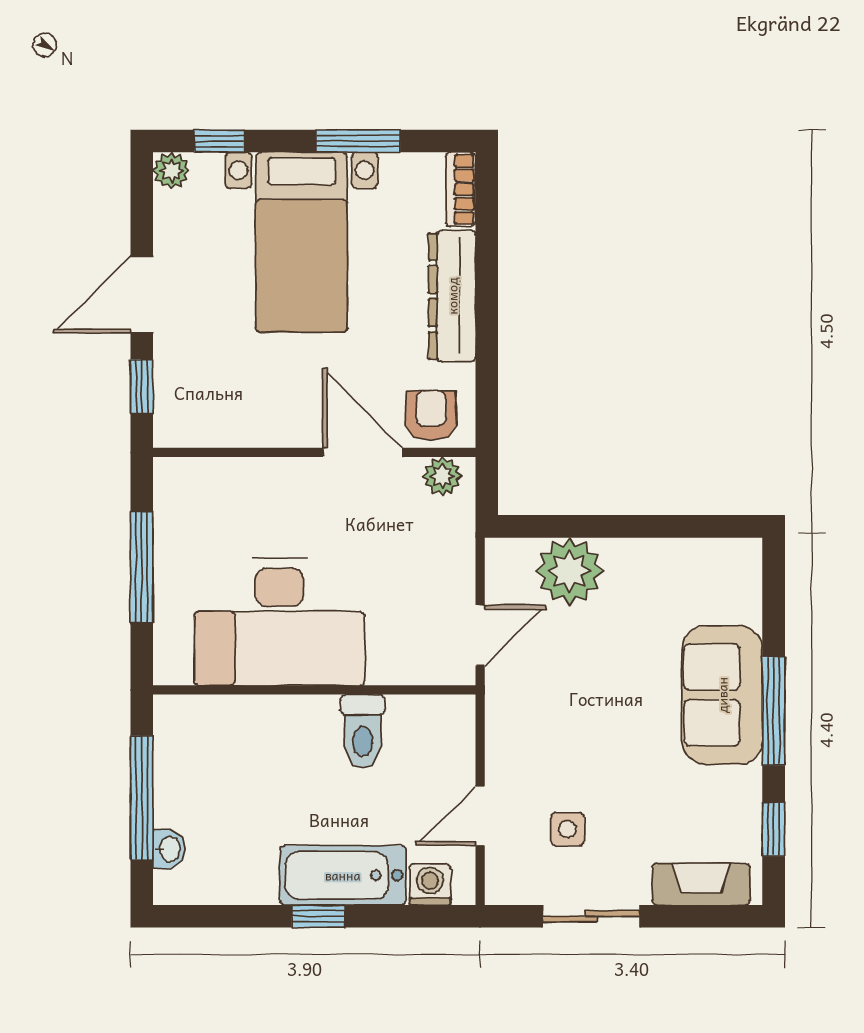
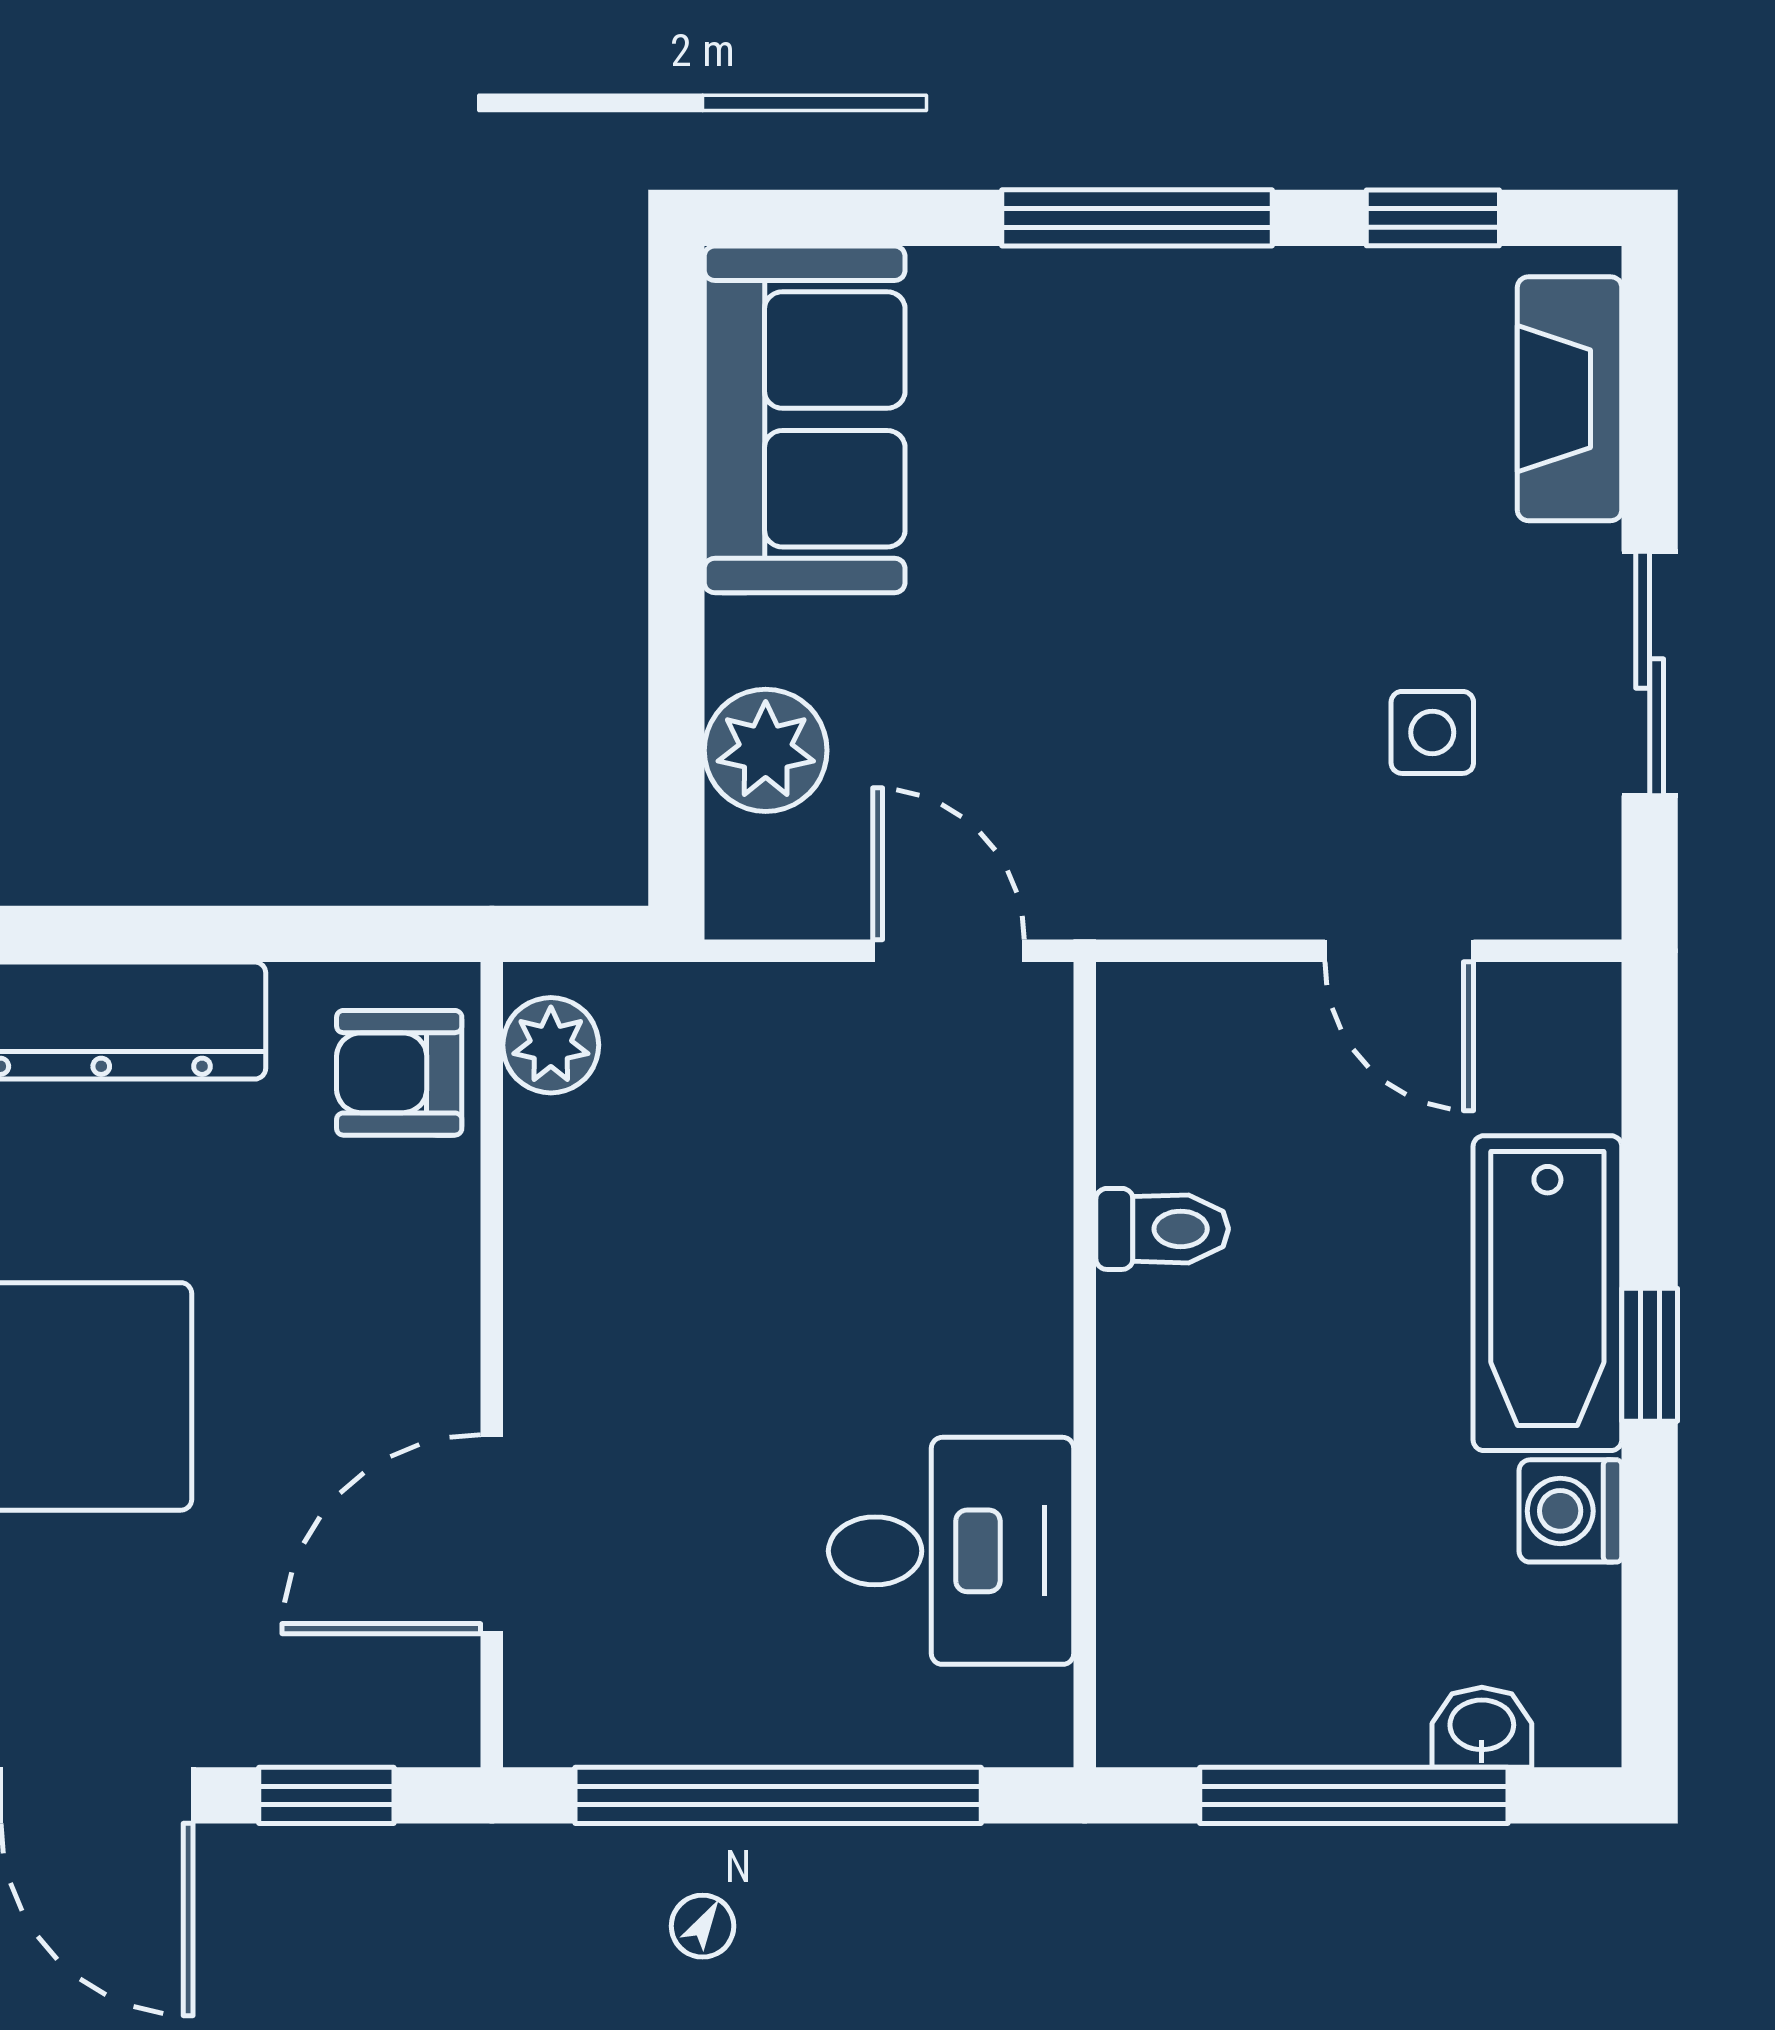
door: (363, 452) -> (492, 1534), moved
window: (142, 567) -> (778, 1795), width x1.46
plant: (569, 571) -> (766, 750), width x0.73, depth x0.73
desk: (279, 622) -> (951, 1551), width x0.53, depth x0.77
sofa: (722, 695) -> (805, 419), moved, turned -90
toilet: (363, 731) -> (1162, 1229), width x0.73, depth x0.72
washing machine: (430, 885) -> (1570, 1511), moved

